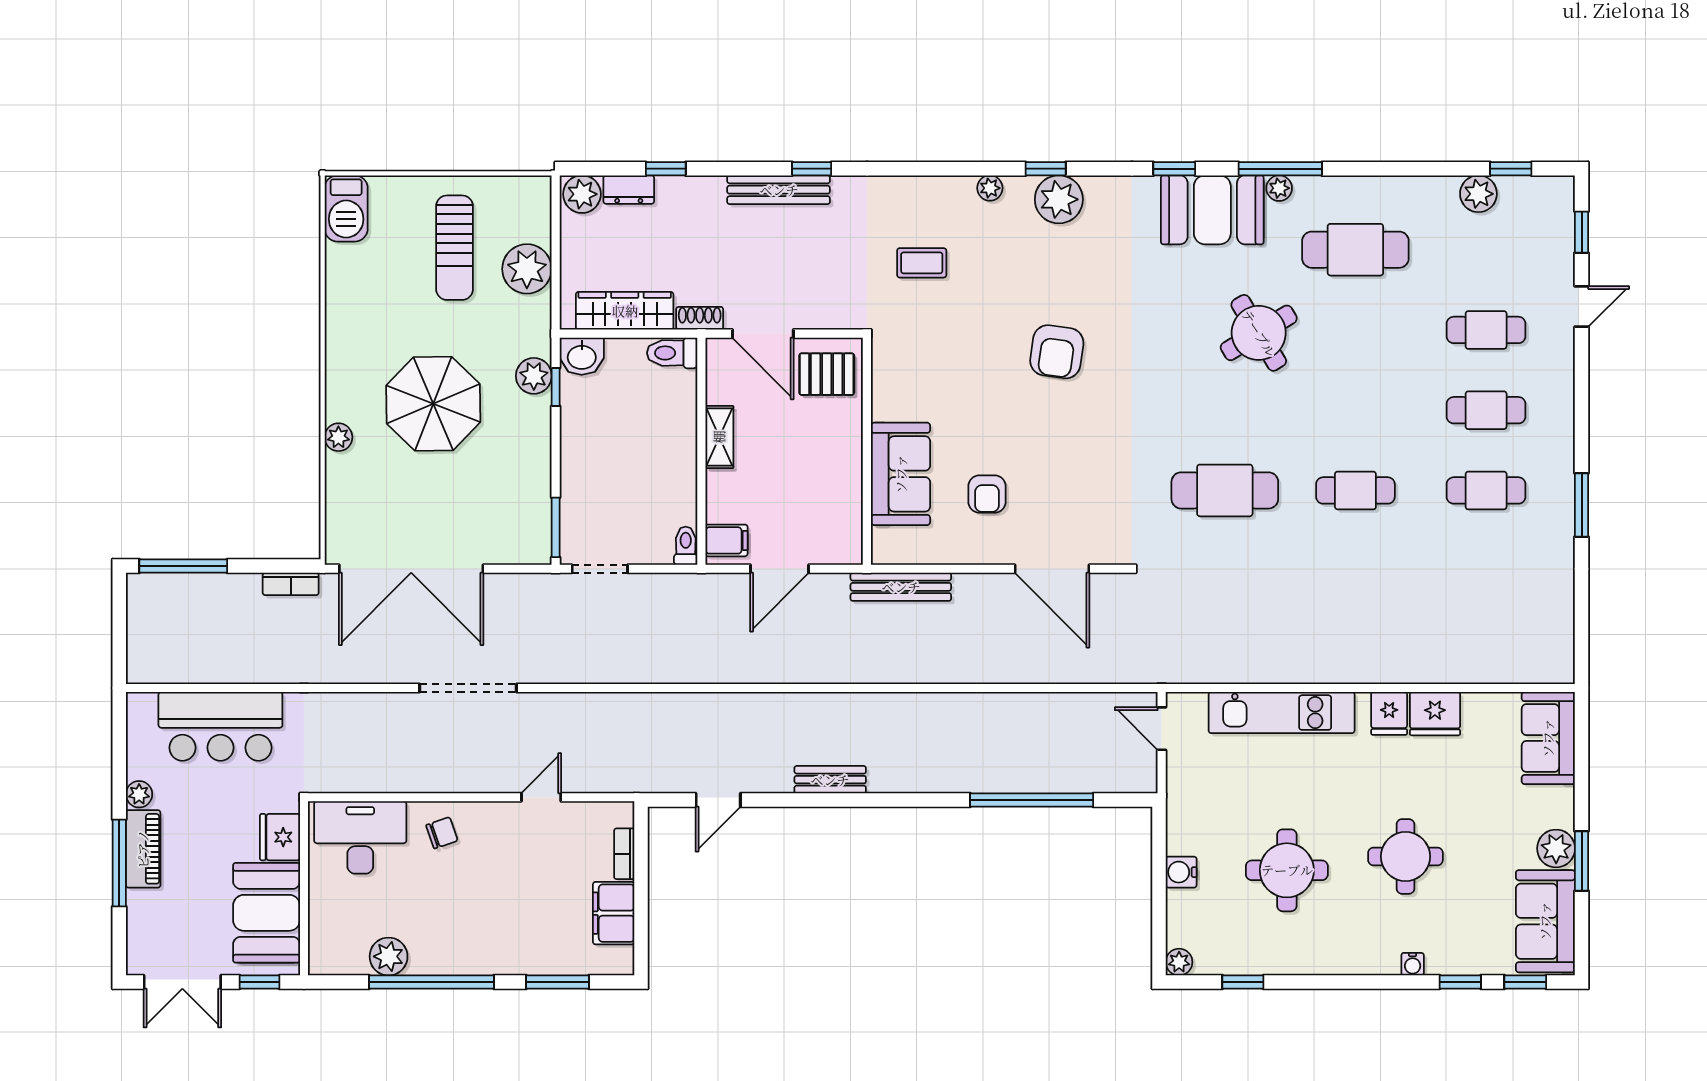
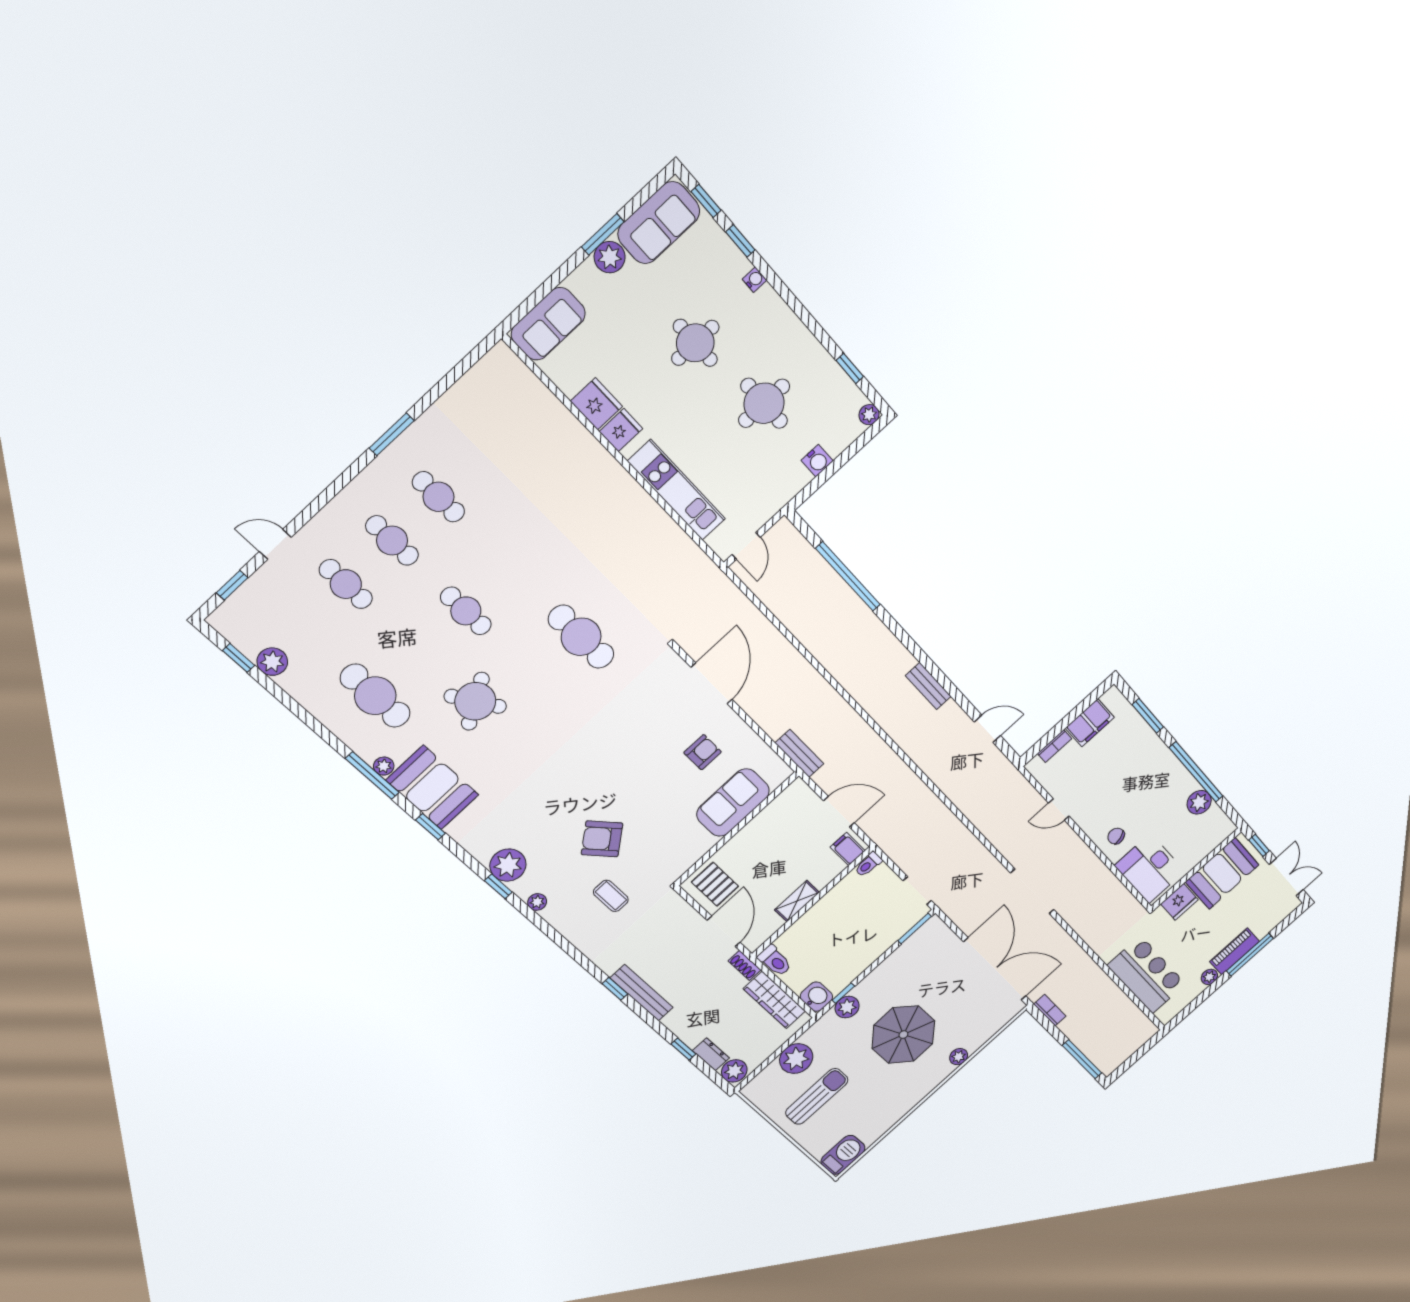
armchair: (1057, 352) -> (602, 839), moved, turned -137
cafe table: (1355, 490) -> (466, 611), moved
bench: (901, 587) -> (799, 753), width x0.73

